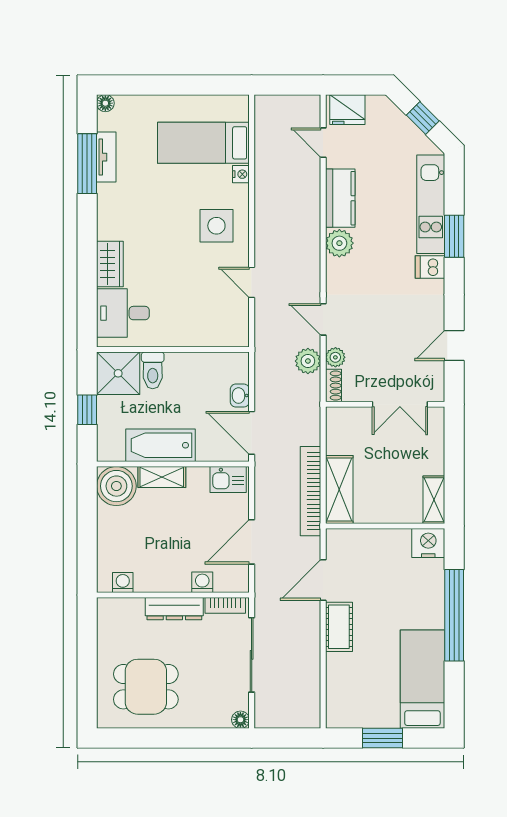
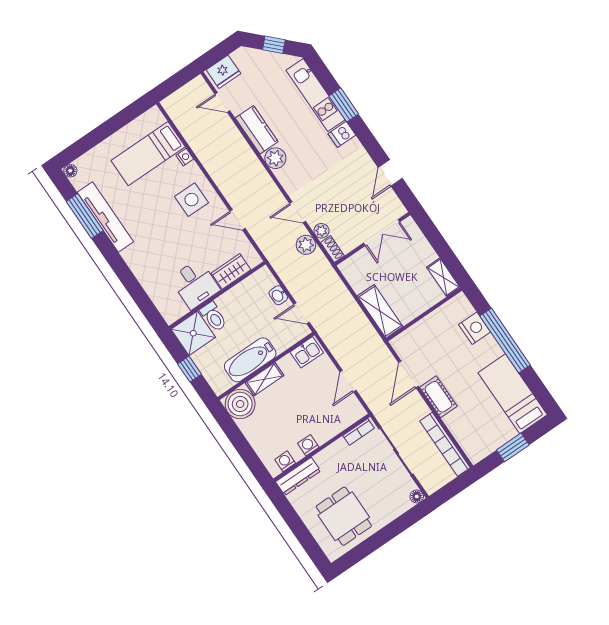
tv unit: (106, 157) -> (105, 217), width x1.92, depth x1.29
wardrobe: (110, 264) -> (231, 271), moved, turned -90
desk: (123, 313) -> (195, 284), moved, turned -90
door: (252, 433) -> (302, 313), width x0.73
bookcase: (311, 491) -> (445, 444), moved
door: (252, 542) -> (348, 381), width x0.73
nightstand: (428, 543) -> (475, 328), moved, turned 90
washing machine: (202, 582) -> (308, 445), moved
dresser: (174, 609) -> (298, 476), moved
dining table: (146, 687) -> (344, 516), turned 90

